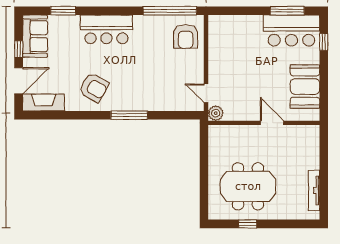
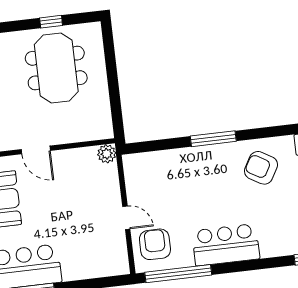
bar counter: (106, 29) -> (226, 245), moved
door: (206, 93) -> (126, 218), moved
meeting table: (248, 186) -> (56, 68), turned 90

